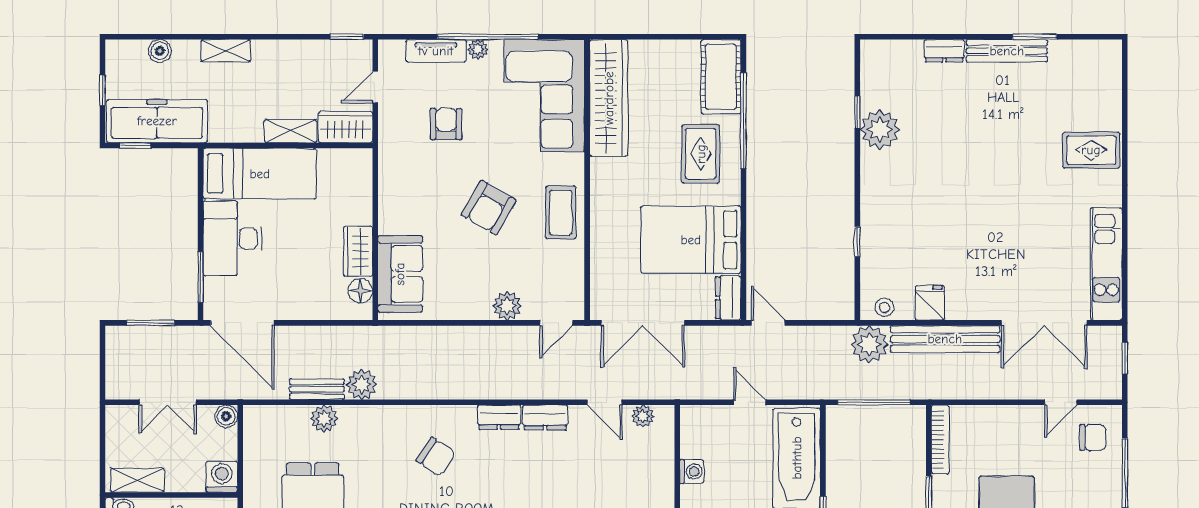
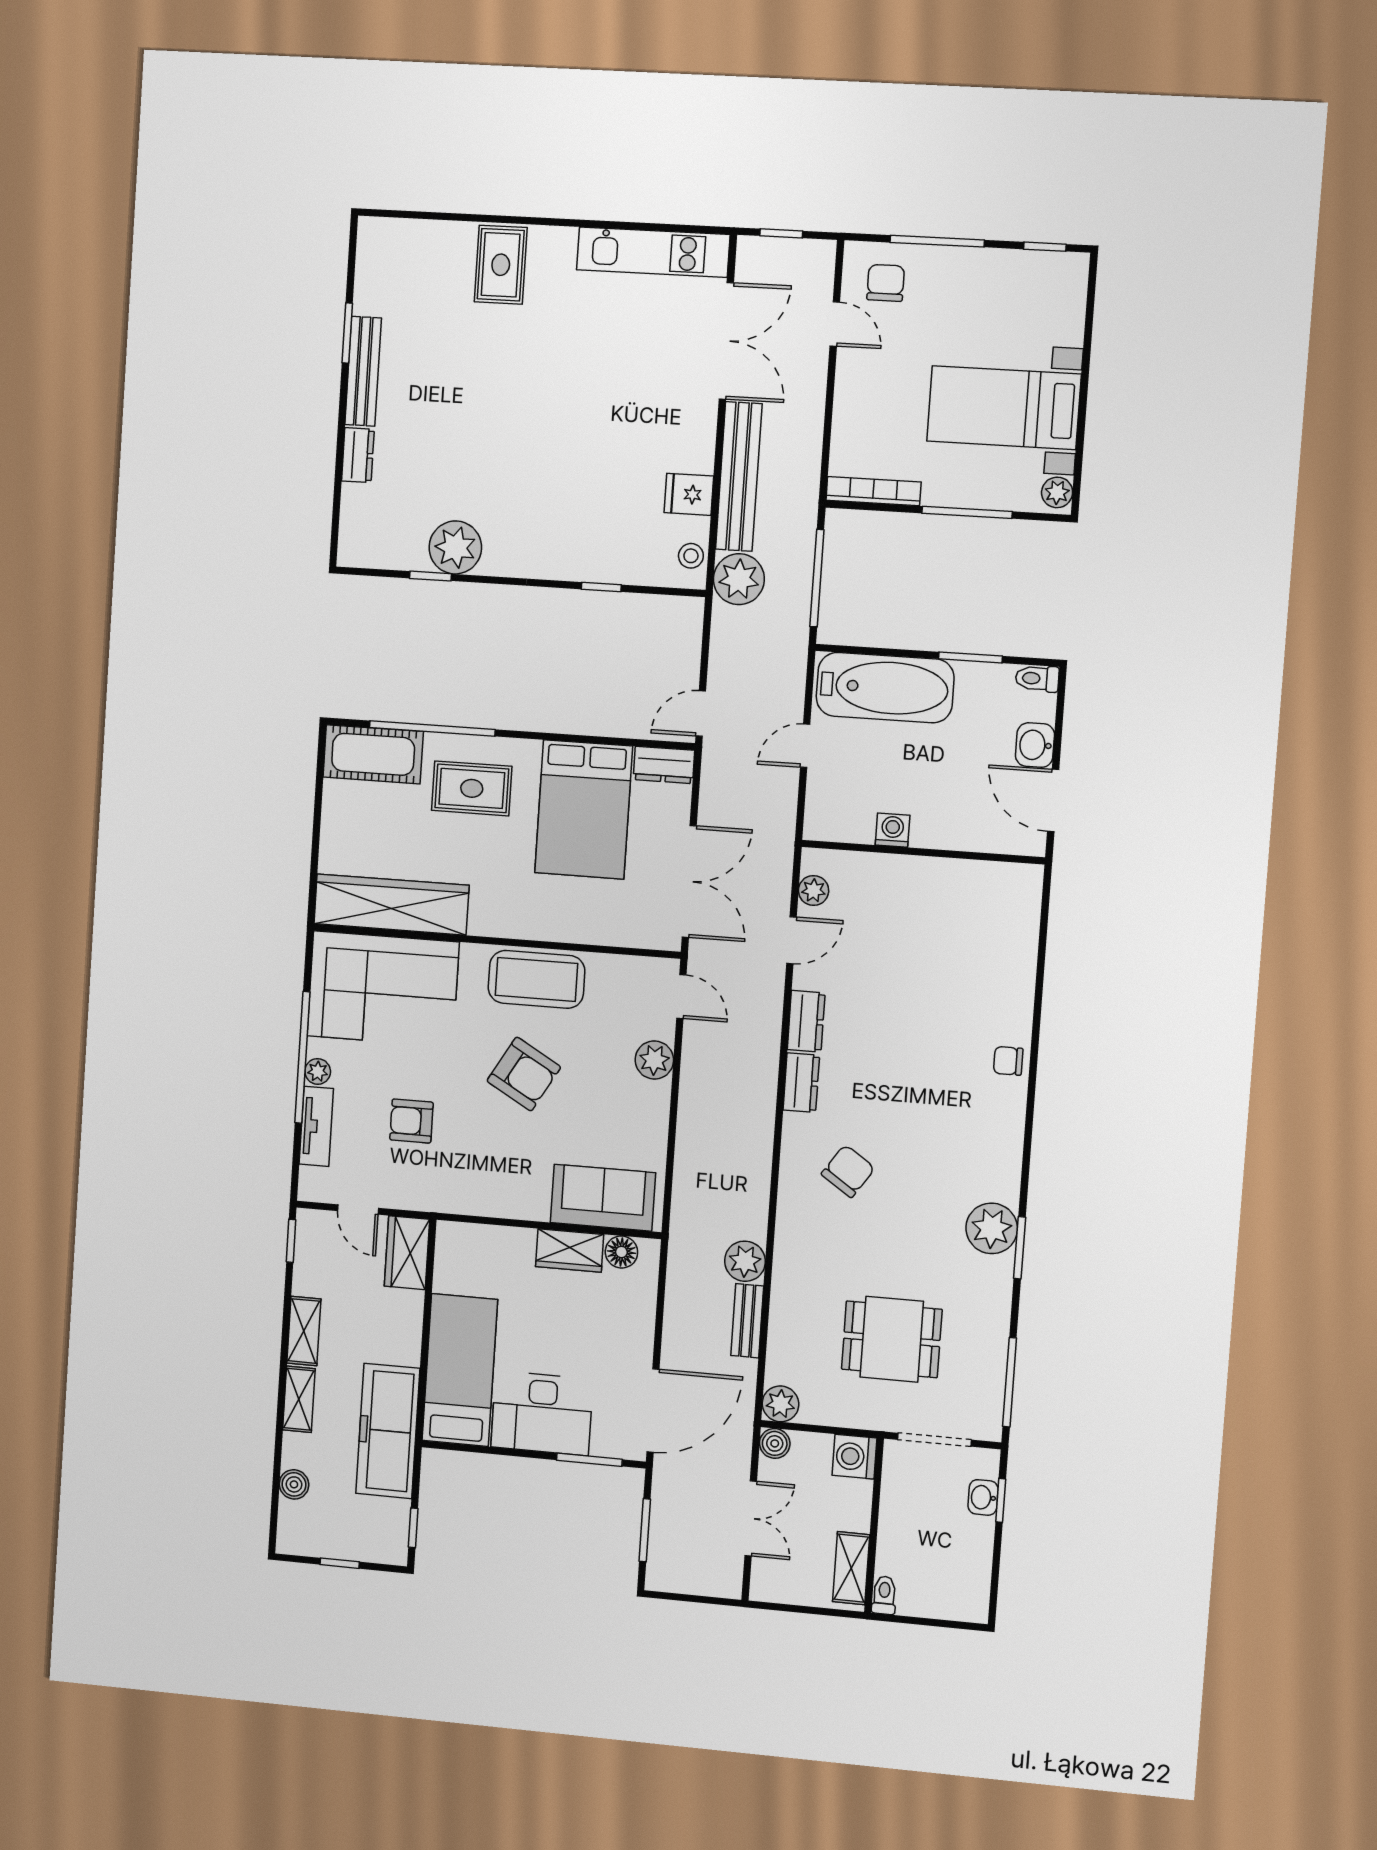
freezer: (157, 121) -> (388, 1431), moved
shelving: (290, 131) -> (304, 1331), moved
coffee table: (561, 212) -> (536, 979), width x1.36, depth x1.32
plant: (324, 419) -> (781, 1404), moved

